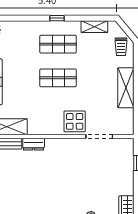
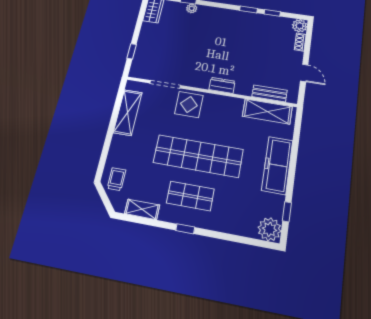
shop shelf: (58, 78) -> (198, 156), width x2.00, depth x1.36
shelving: (126, 88) -> (128, 112), moved
dresser: (34, 144) -> (222, 85), moved

